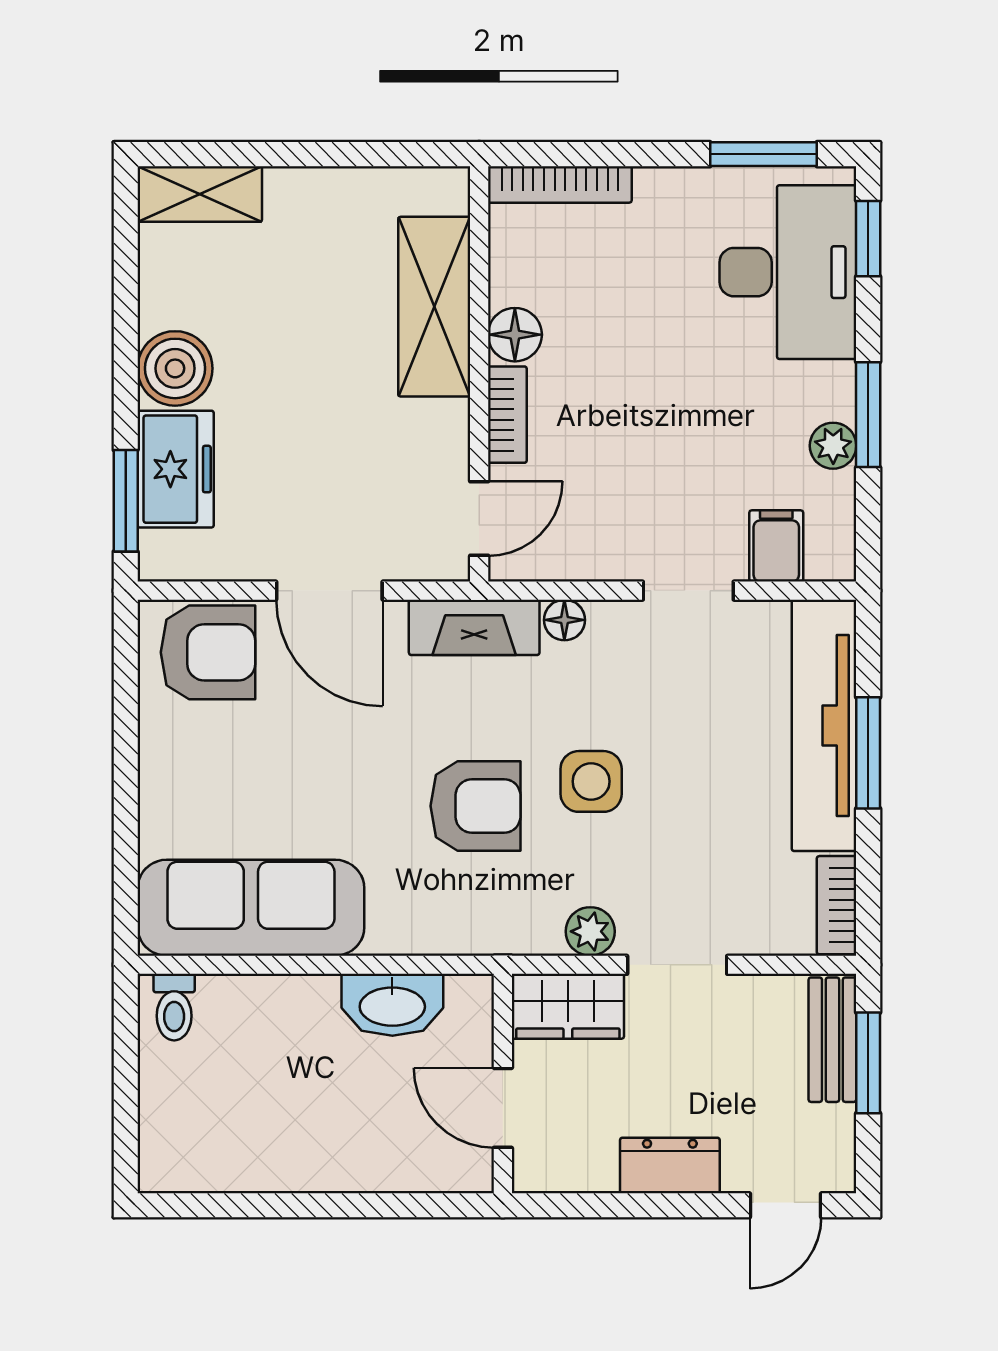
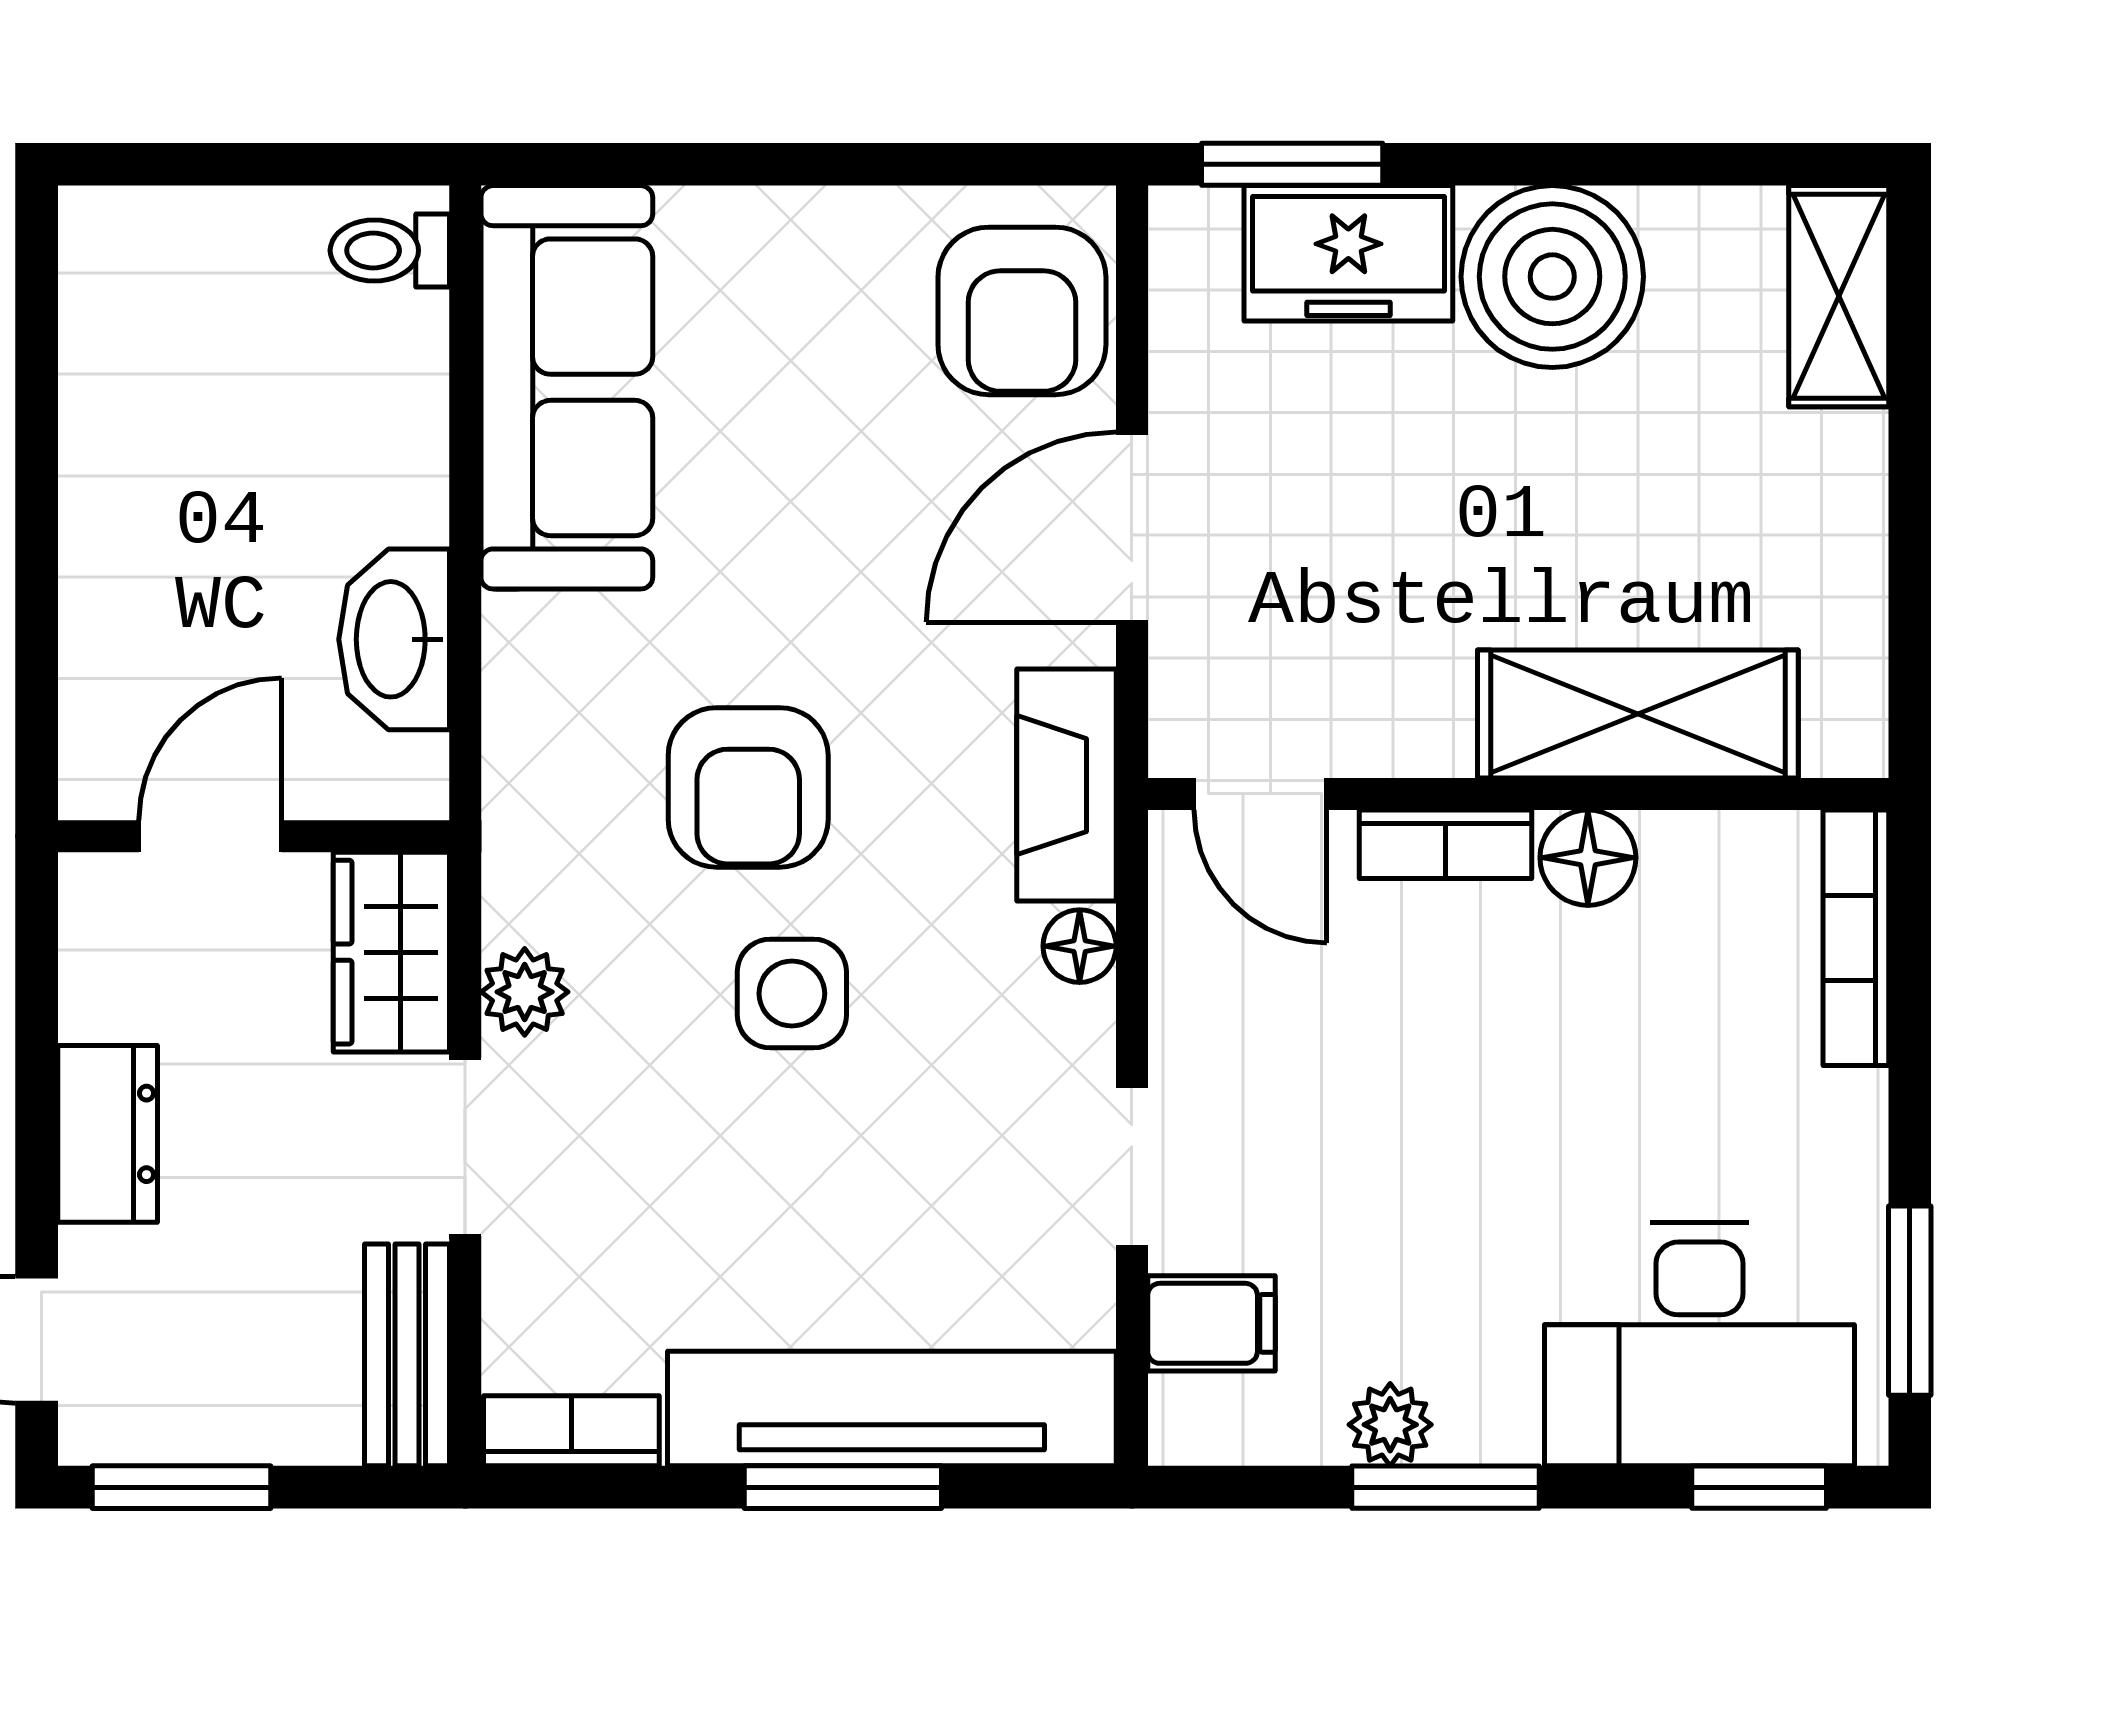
boiler: (175, 368) -> (1552, 277), width x1.37, depth x1.37
bench: (832, 1040) -> (407, 1355), moved, turned 90
window: (868, 1063) -> (181, 1487), moved

